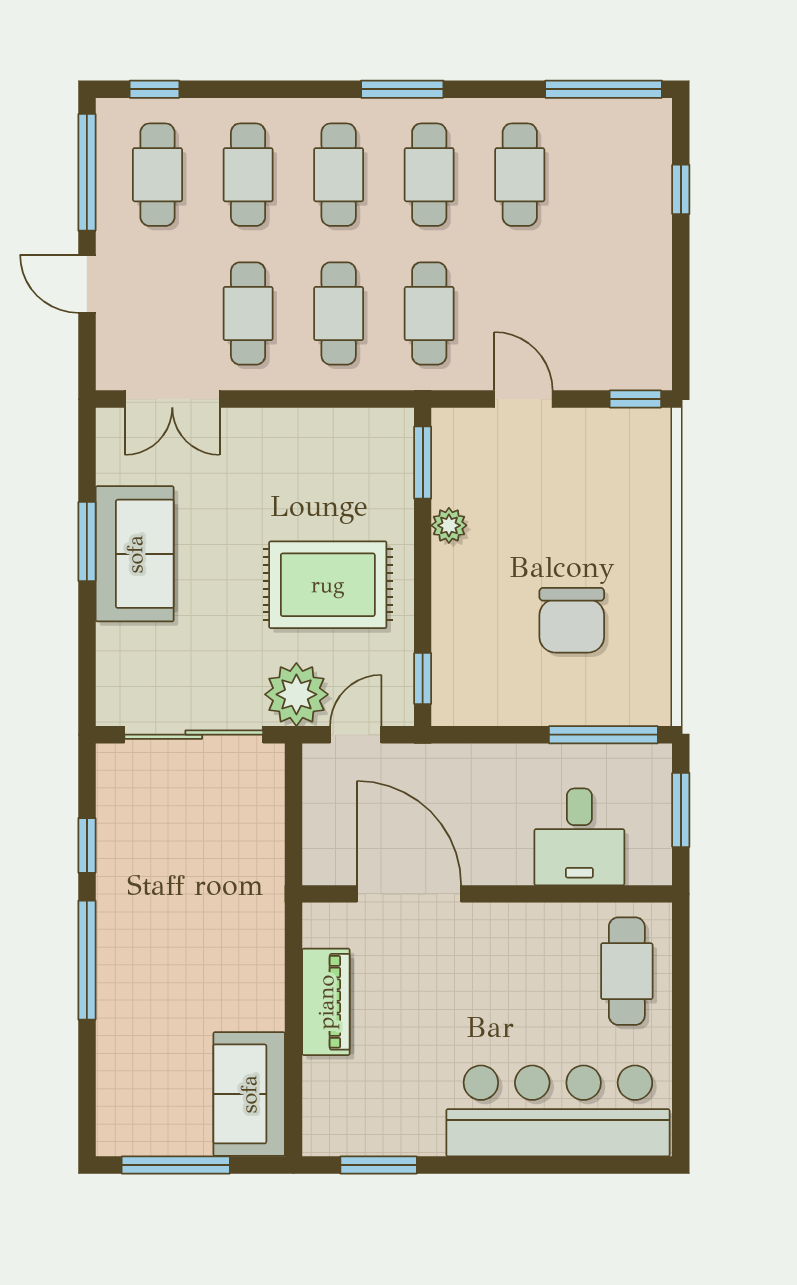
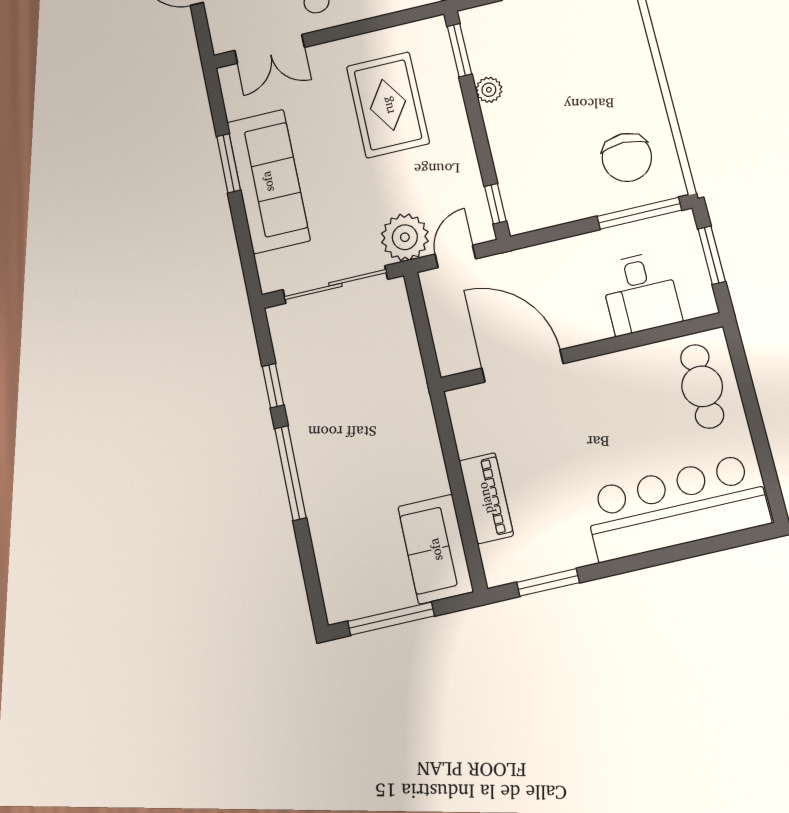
sofa: (135, 554) -> (268, 181), width x1.36
rug: (328, 585) -> (388, 105), moved, turned 90
chair: (572, 620) -> (627, 157), moved
piano: (326, 1002) -> (486, 498), moved

